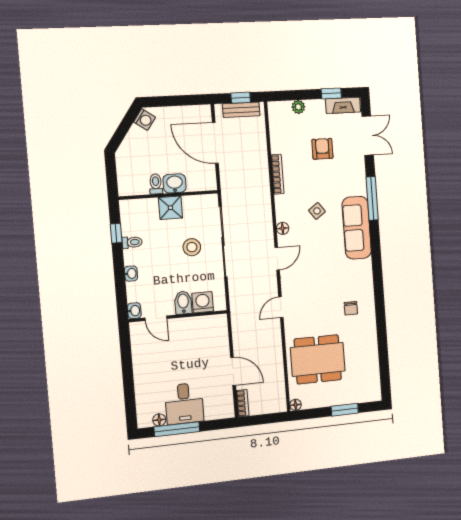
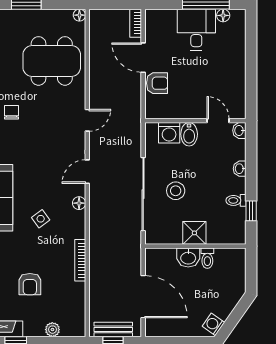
armchair: (218, 348) -> (157, 83), added

